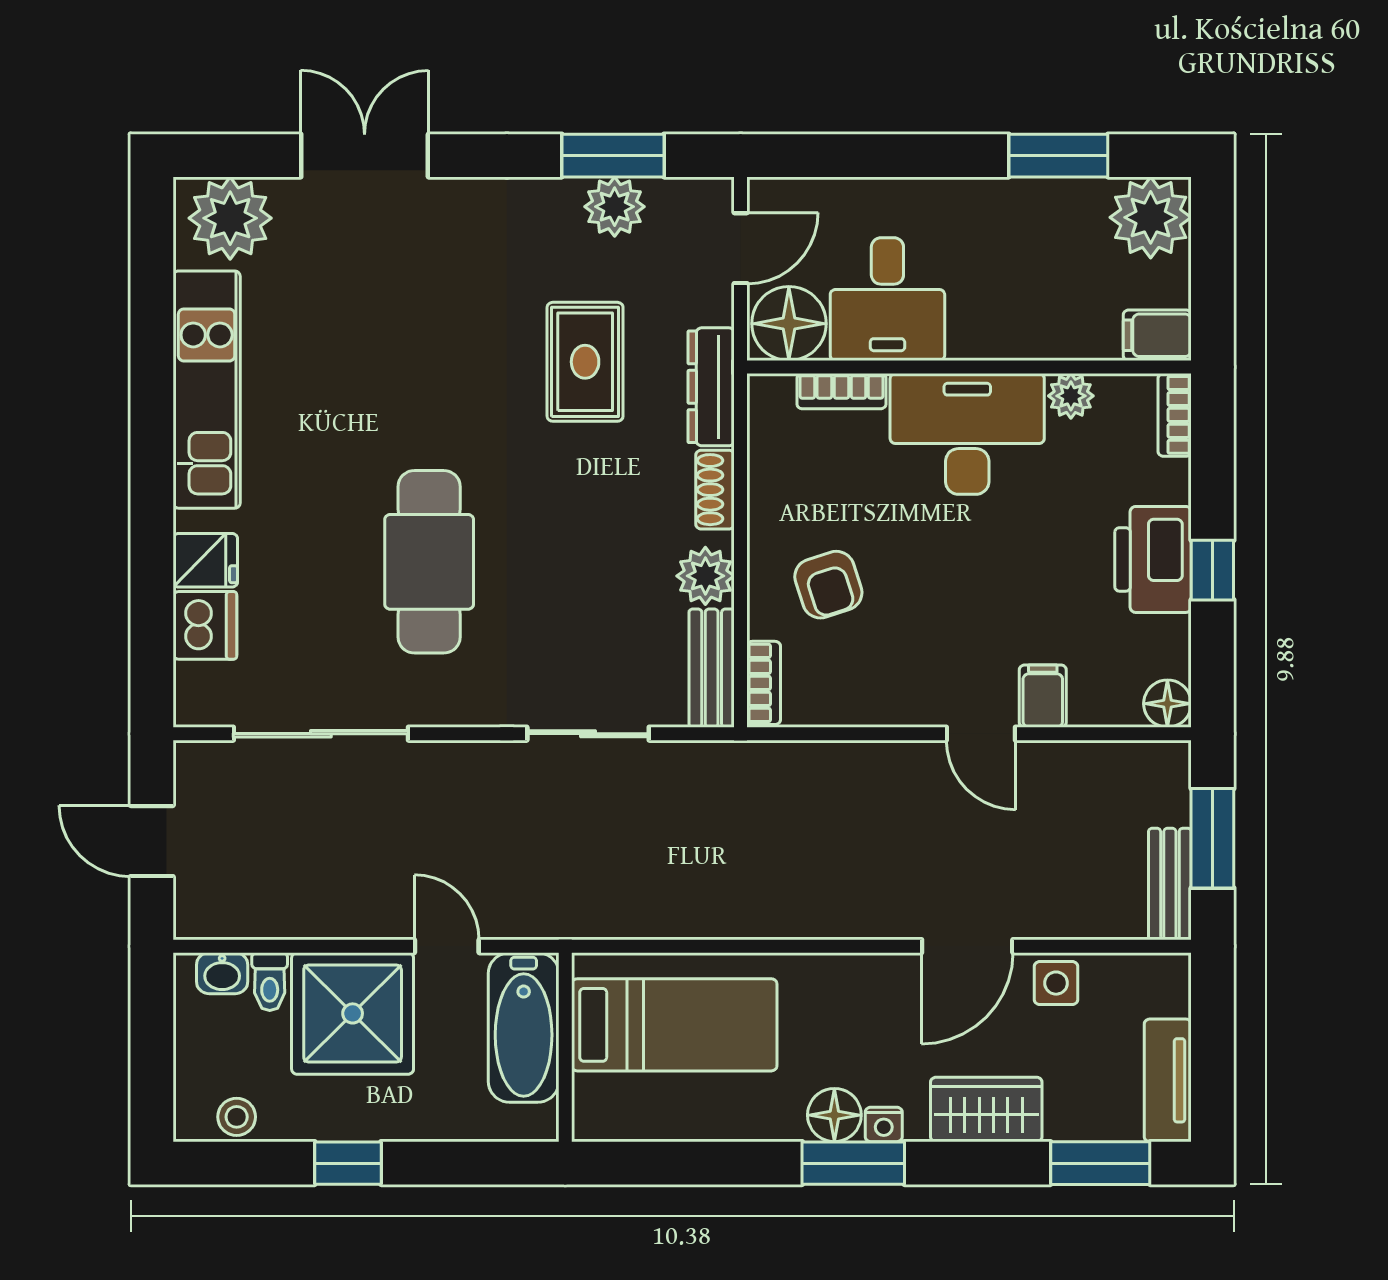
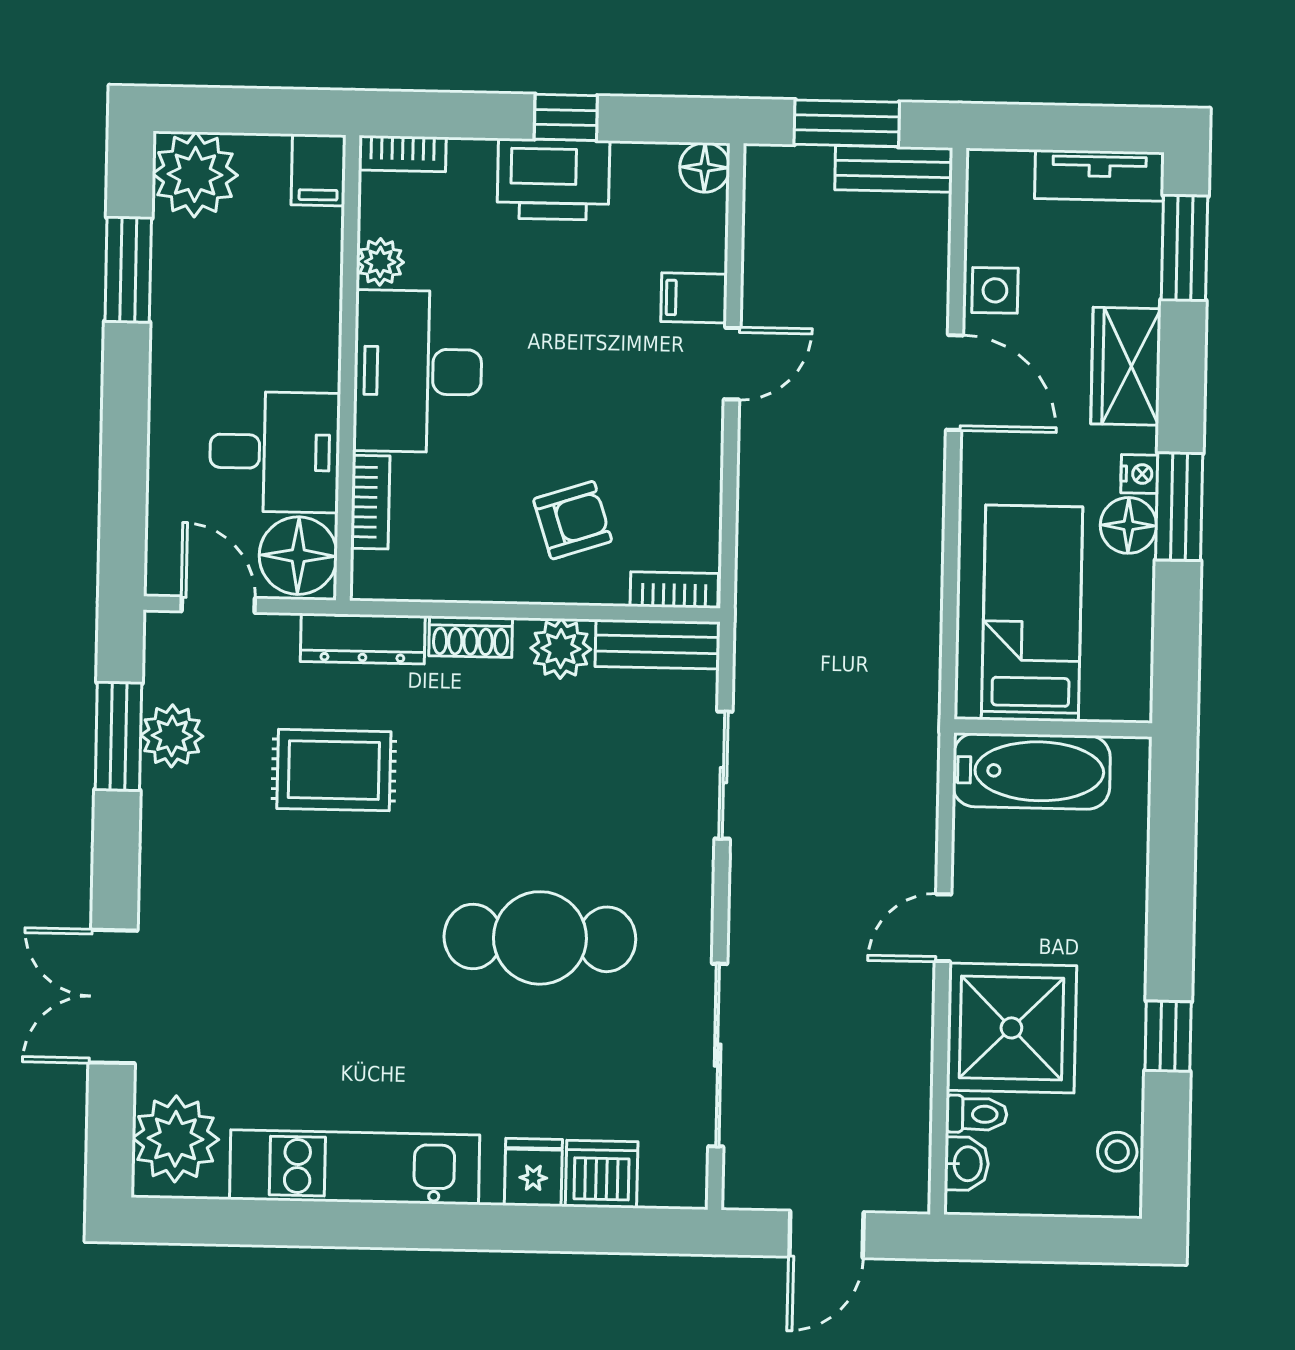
bed: (674, 1025) -> (1032, 613), moved
bathtub: (524, 1027) -> (1031, 771), moved
wall: (565, 1047) -> (1053, 728), moved

